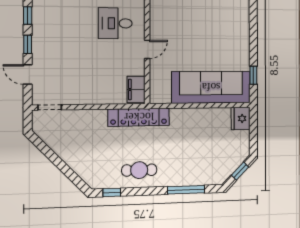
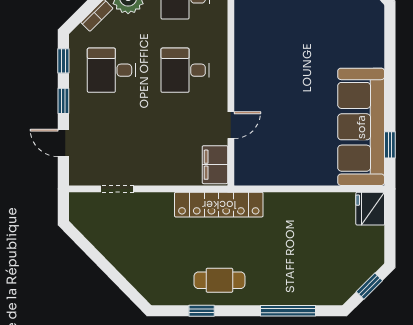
desk: (63, 23) -> (111, 70), added
door: (147, 49) -> (231, 125), moved
sofa: (211, 87) -> (361, 127), moved, turned -90
doorway: (50, 107) -> (117, 189), moved
window: (112, 192) -> (202, 311), moved

